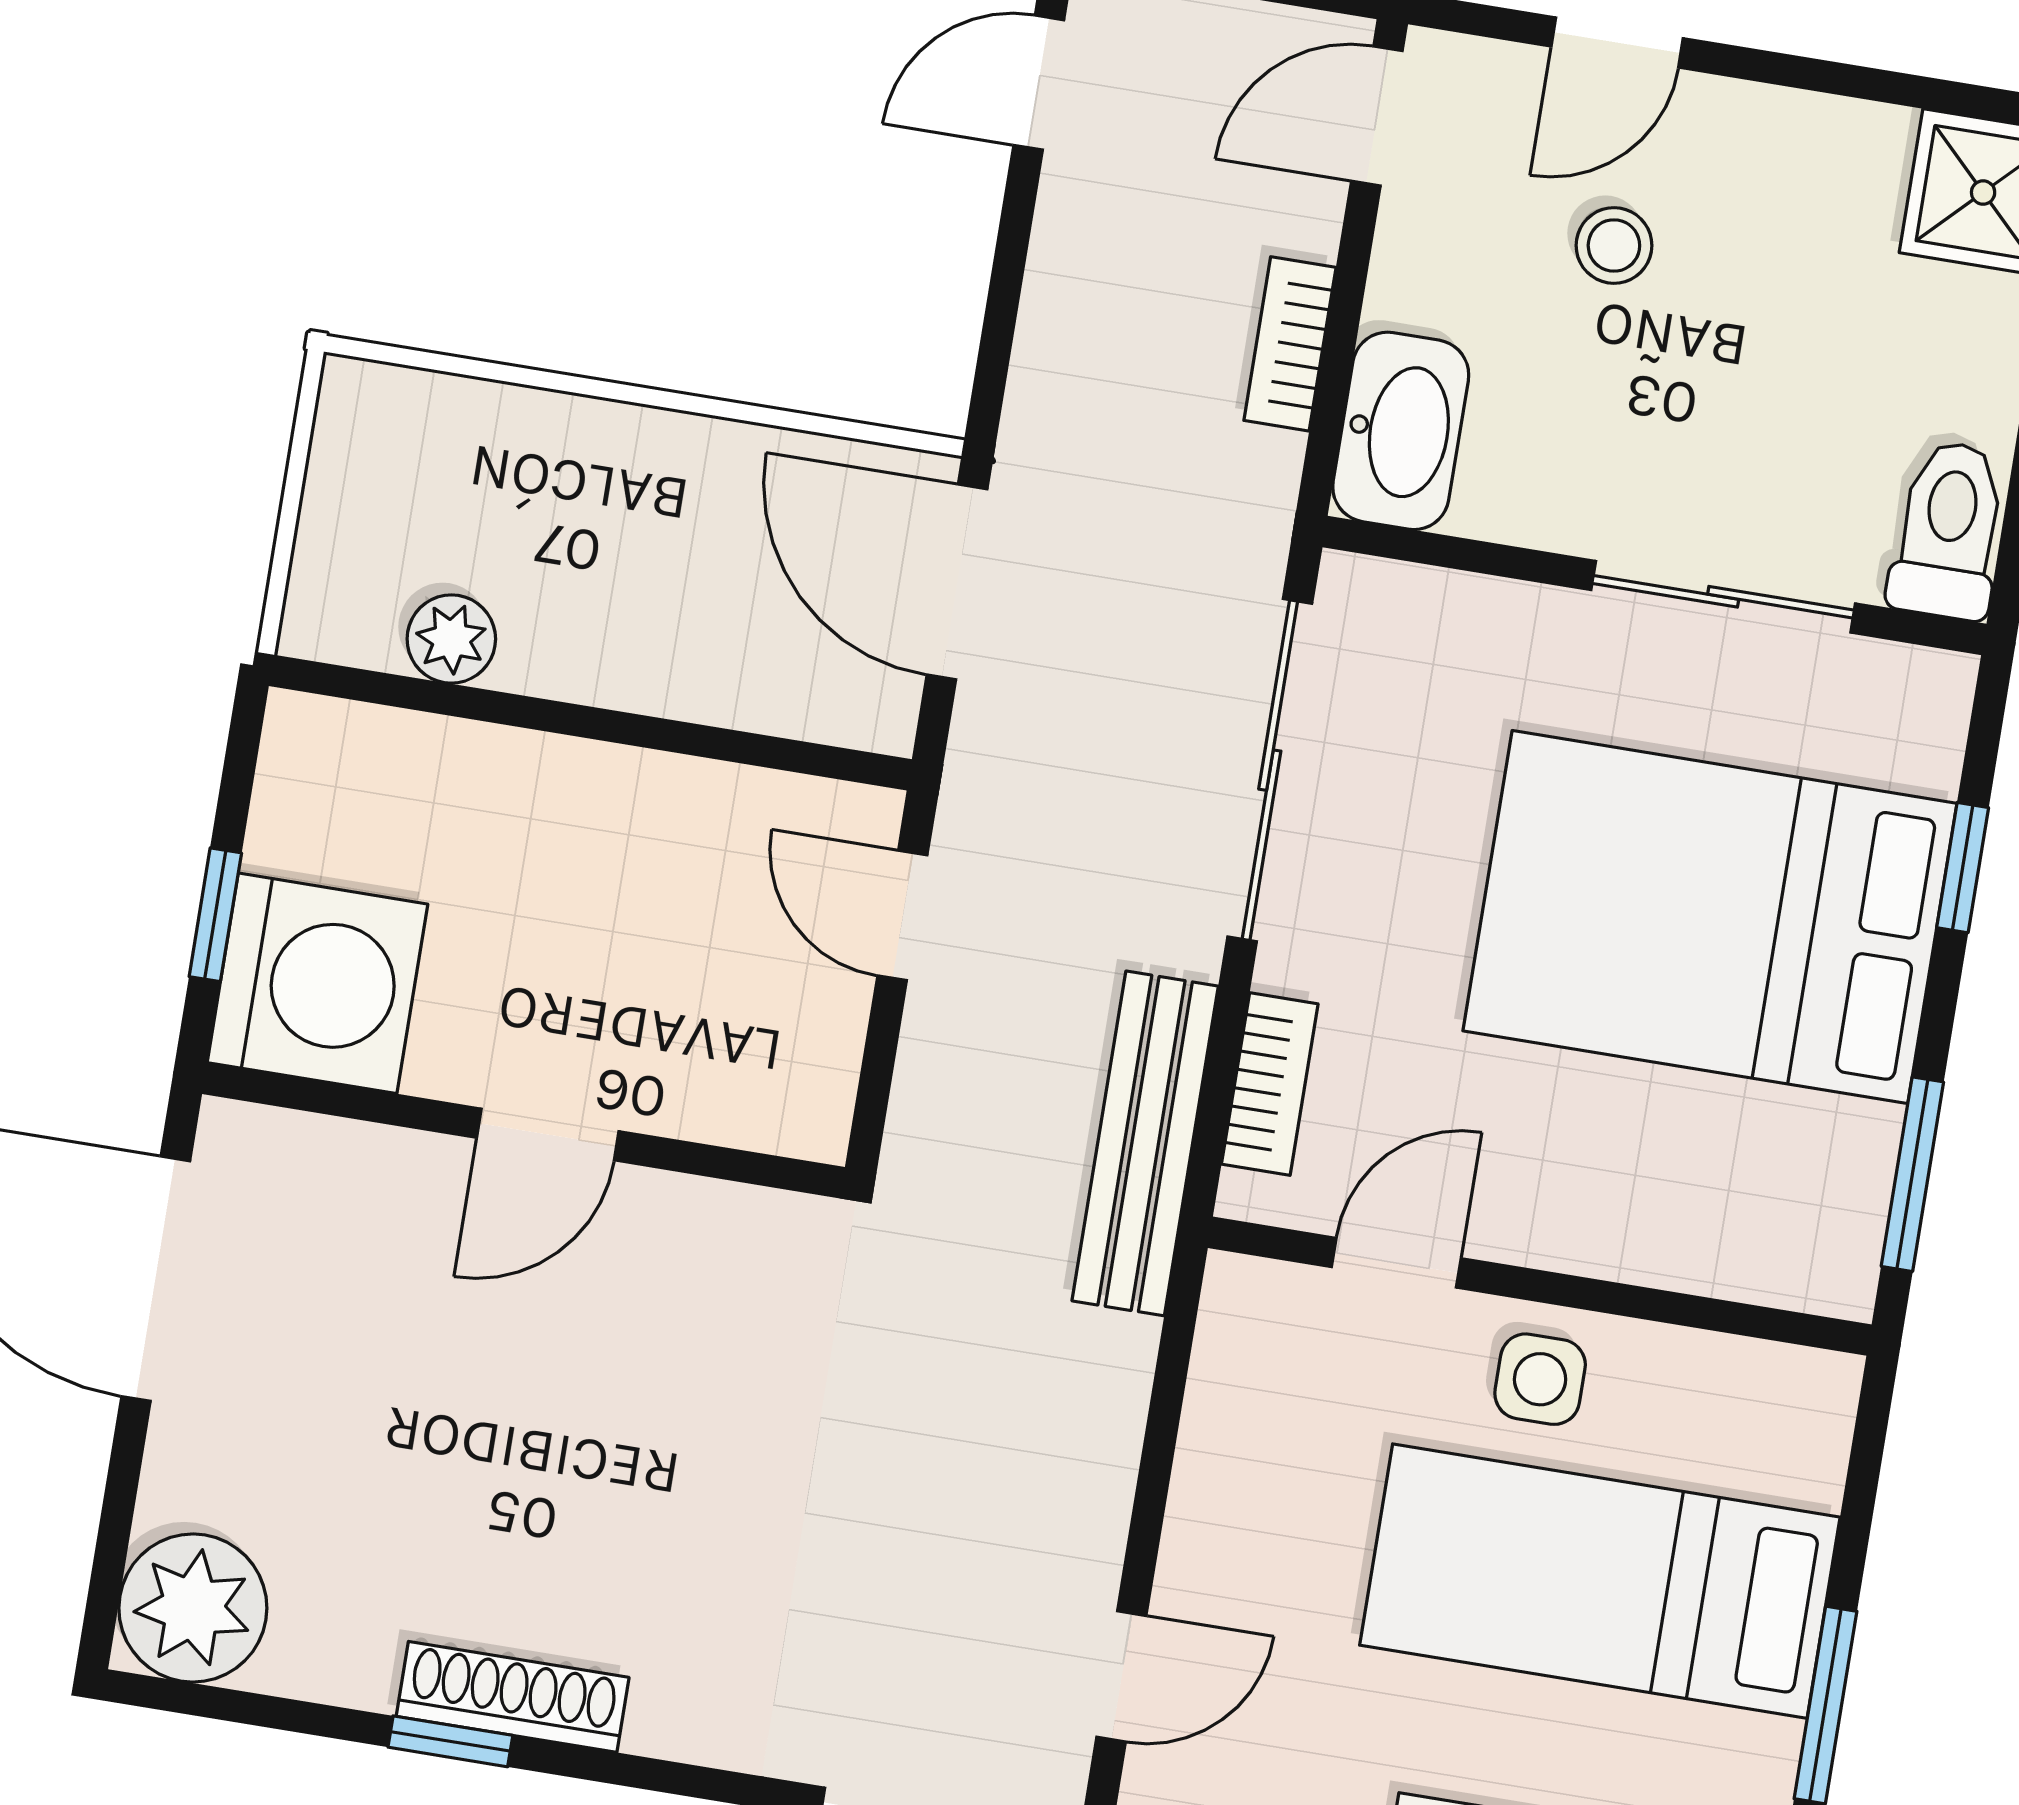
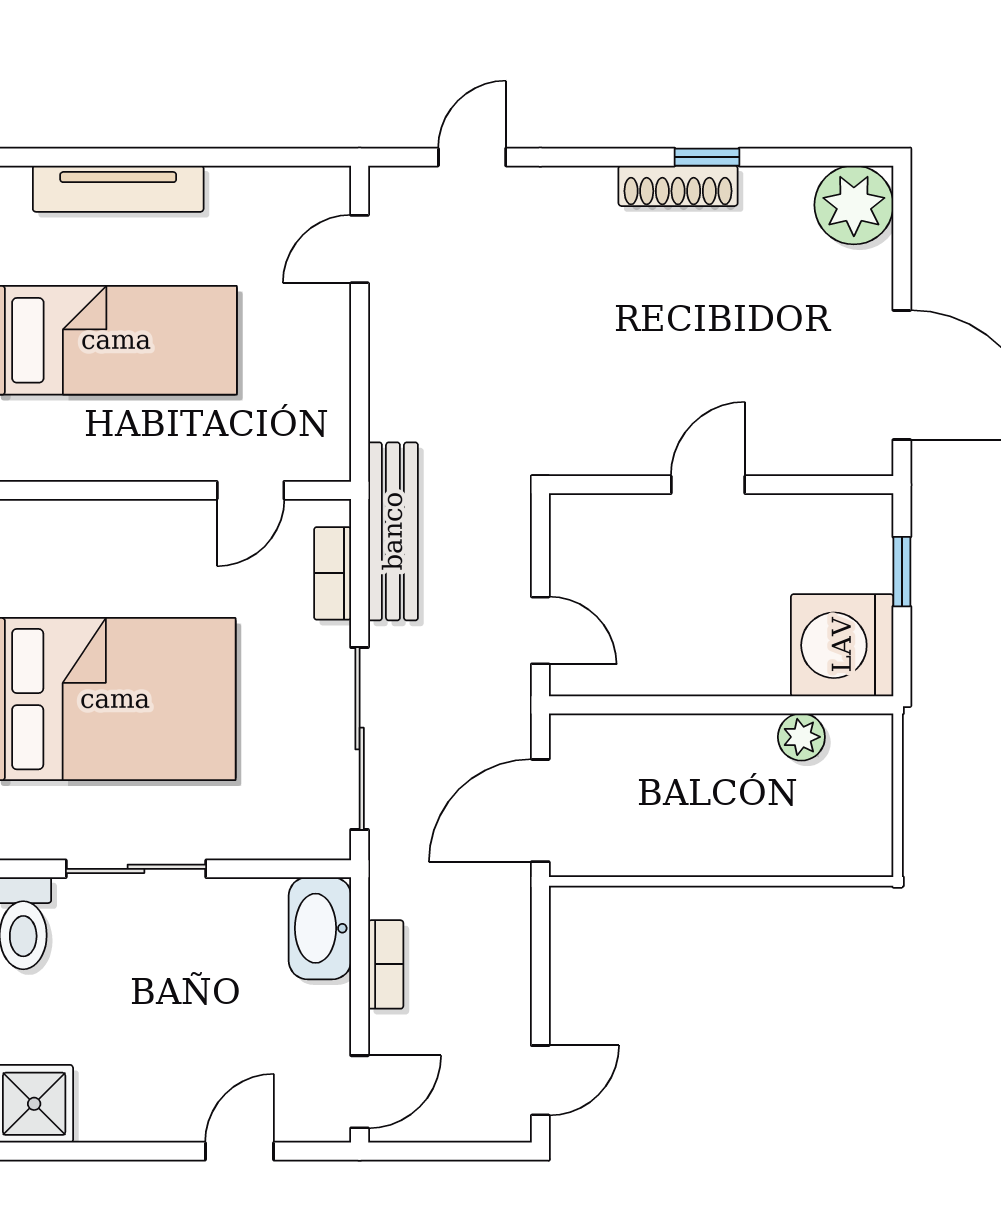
stool: (1614, 245) -> (224, 1044), removed
door: (957, 582) -> (540, 811), swing flipped
washing machine: (318, 983) -> (842, 645), moved
side table: (1540, 1379) -> (165, 441), removed

